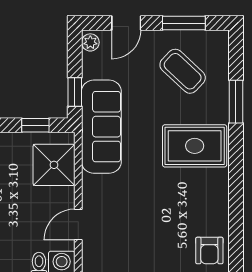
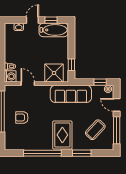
window: (184, 23) -> (117, 130), width x1.44
window: (75, 92) -> (100, 82), moved
window: (236, 191) -> (42, 153), added
armchair: (209, 250) -> (22, 118), moved

